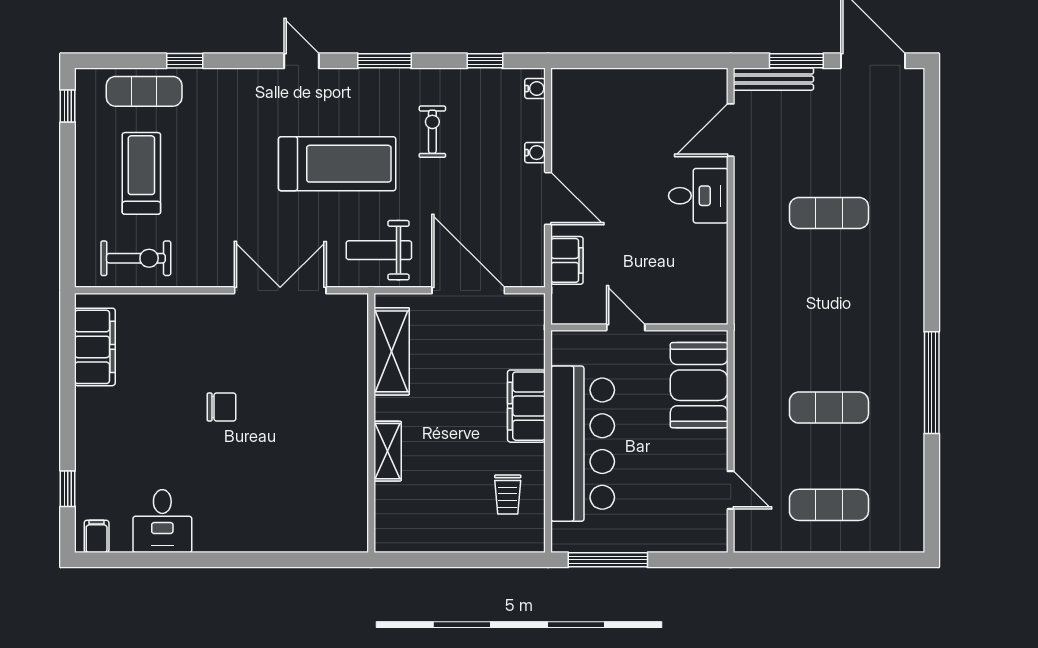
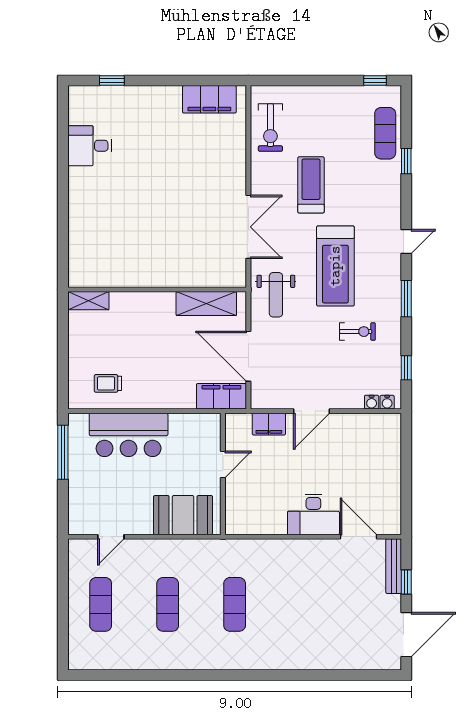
window: (796, 61) -> (406, 582), width x0.67
water cooler: (535, 153) -> (372, 402), moved
treadmill: (141, 173) -> (311, 185), moved, turned -90
desk: (698, 196) -> (313, 514), width x1.37
exercise mat: (829, 213) -> (235, 604), moved
weight bench: (379, 250) -> (276, 295), turned 180
door: (468, 290) -> (248, 356), swing flipped
window: (932, 383) -> (185, 675), removed
filing cabinet: (526, 406) -> (221, 396), moved
chair: (222, 407) -> (168, 186), removed
bar counter: (583, 444) -> (129, 435), width x0.73
shelving: (388, 451) -> (88, 301), moved
filing cabinet: (97, 536) -> (79, 101), removed

